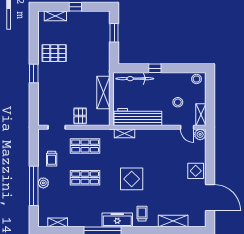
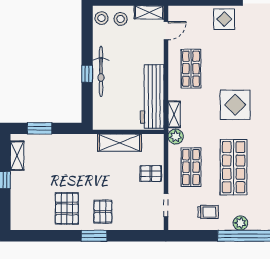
shelving: (55, 16) -> (17, 156), moved
bicycle: (135, 79) -> (101, 71), moved
pallet: (52, 80) -> (103, 212), added
stool: (178, 102) -> (121, 19), moved
plant: (200, 134) -> (176, 137), moved
shop shelf: (159, 146) -> (191, 69), added
shop shelf: (85, 178) -> (234, 167), width x1.43, depth x1.36

